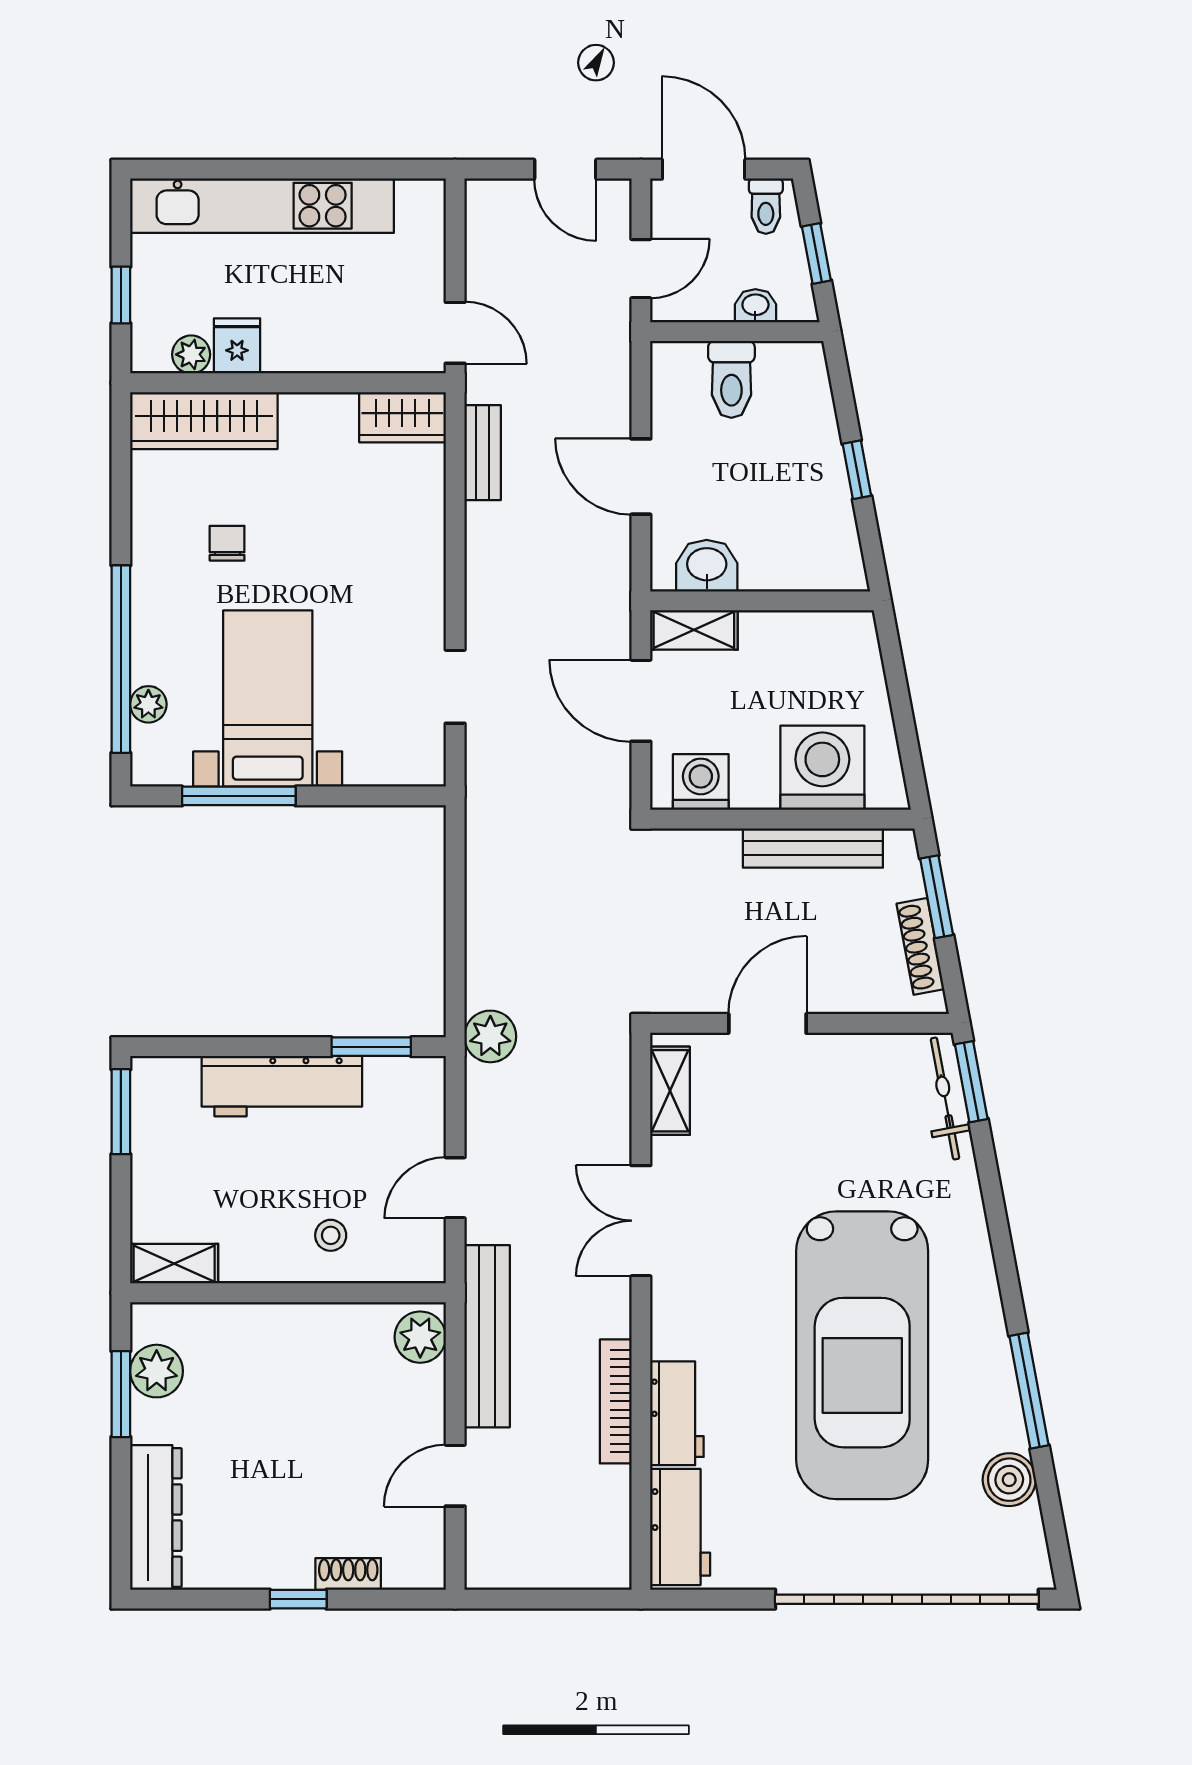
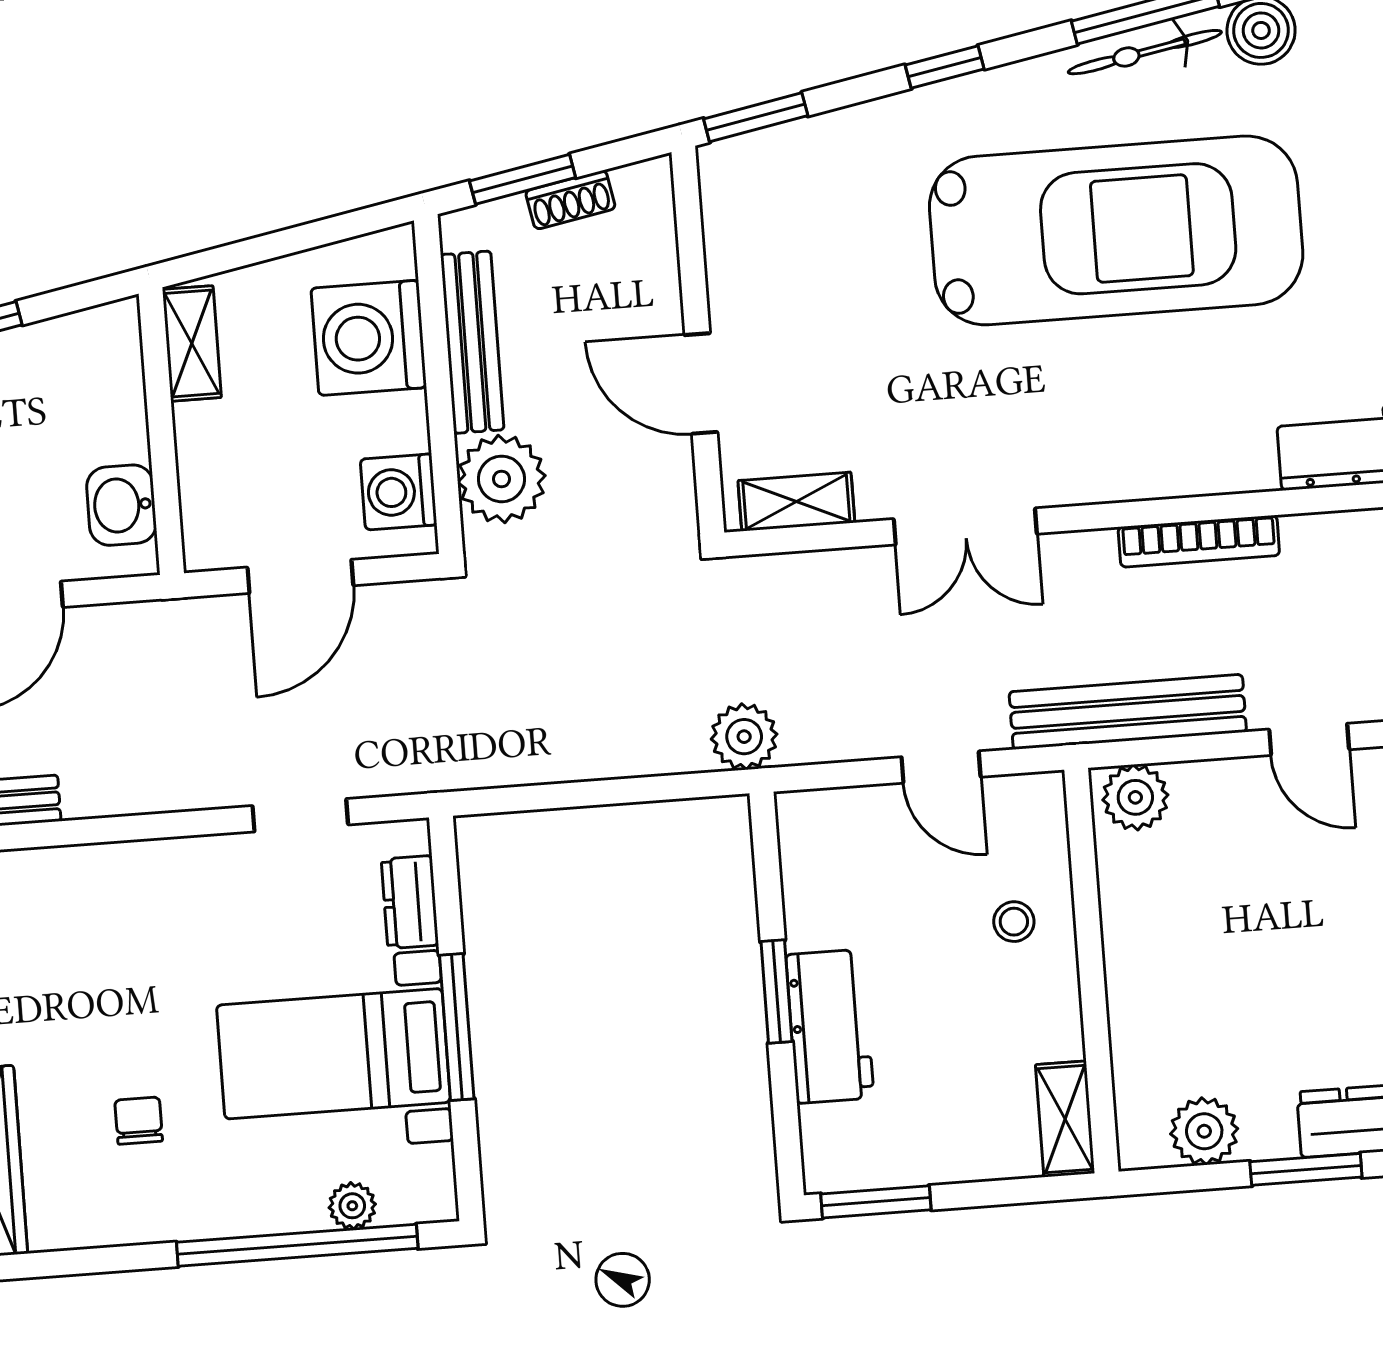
chair: (227, 543) -> (139, 1121), turned 90
shelving: (694, 630) -> (192, 343), moved
dresser: (381, 767) -> (410, 902), added
window: (239, 796) -> (457, 1027), moved
plant: (705, 863) -> (501, 479), added
shoe rack: (920, 946) -> (570, 200), width x0.70
window: (371, 1047) -> (776, 992), moved
workbench: (282, 1086) -> (830, 1026), width x0.73
bicycle: (945, 1099) -> (1145, 52), moved
window: (999, 1231) -> (945, 67), added
window: (121, 1394) -> (1306, 1169), moved
workbench: (677, 1413) -> (1208, 462), removed

